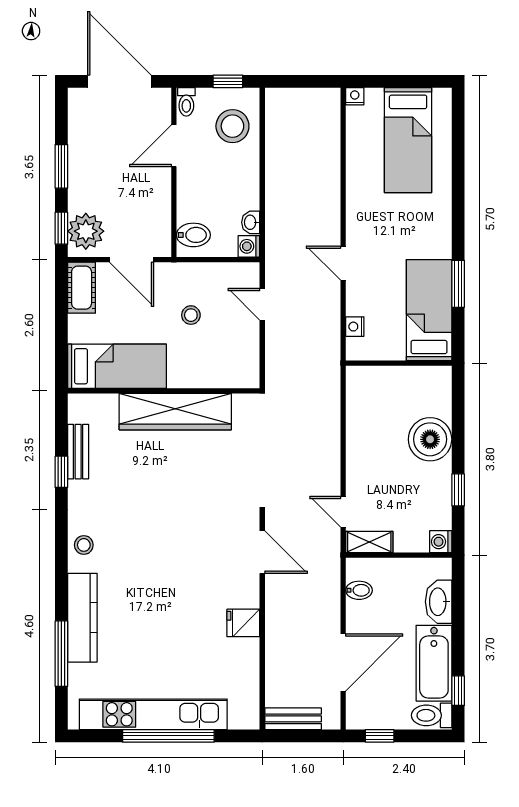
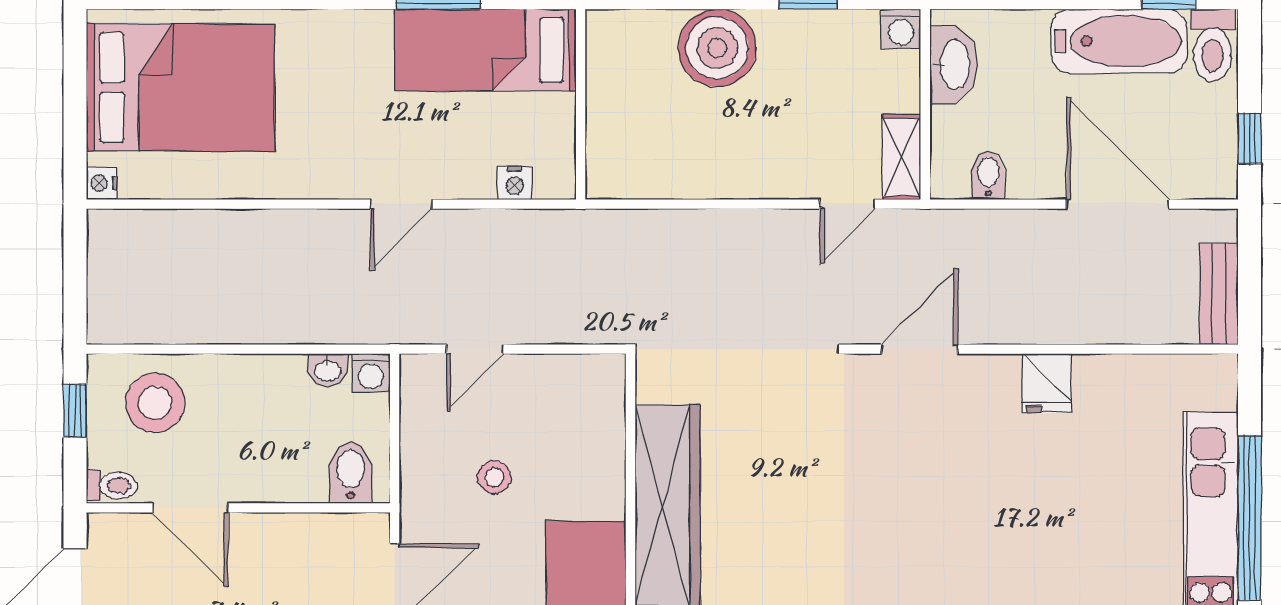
bed: (408, 140) -> (180, 87), width x1.50
washbasin: (439, 602) -> (954, 65), moved, turned -90

